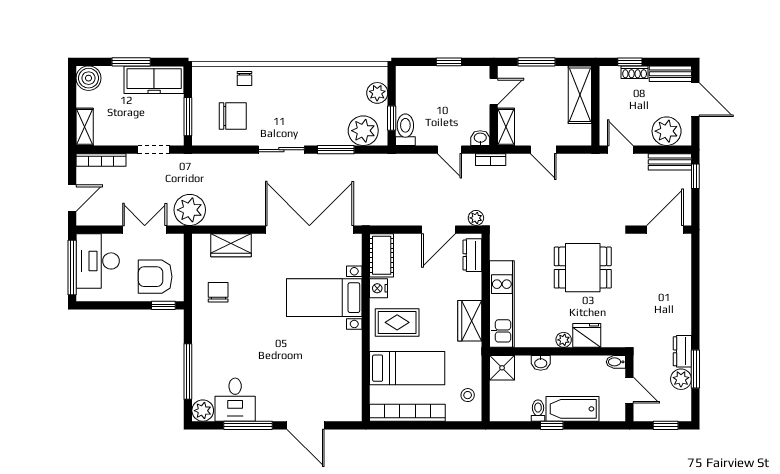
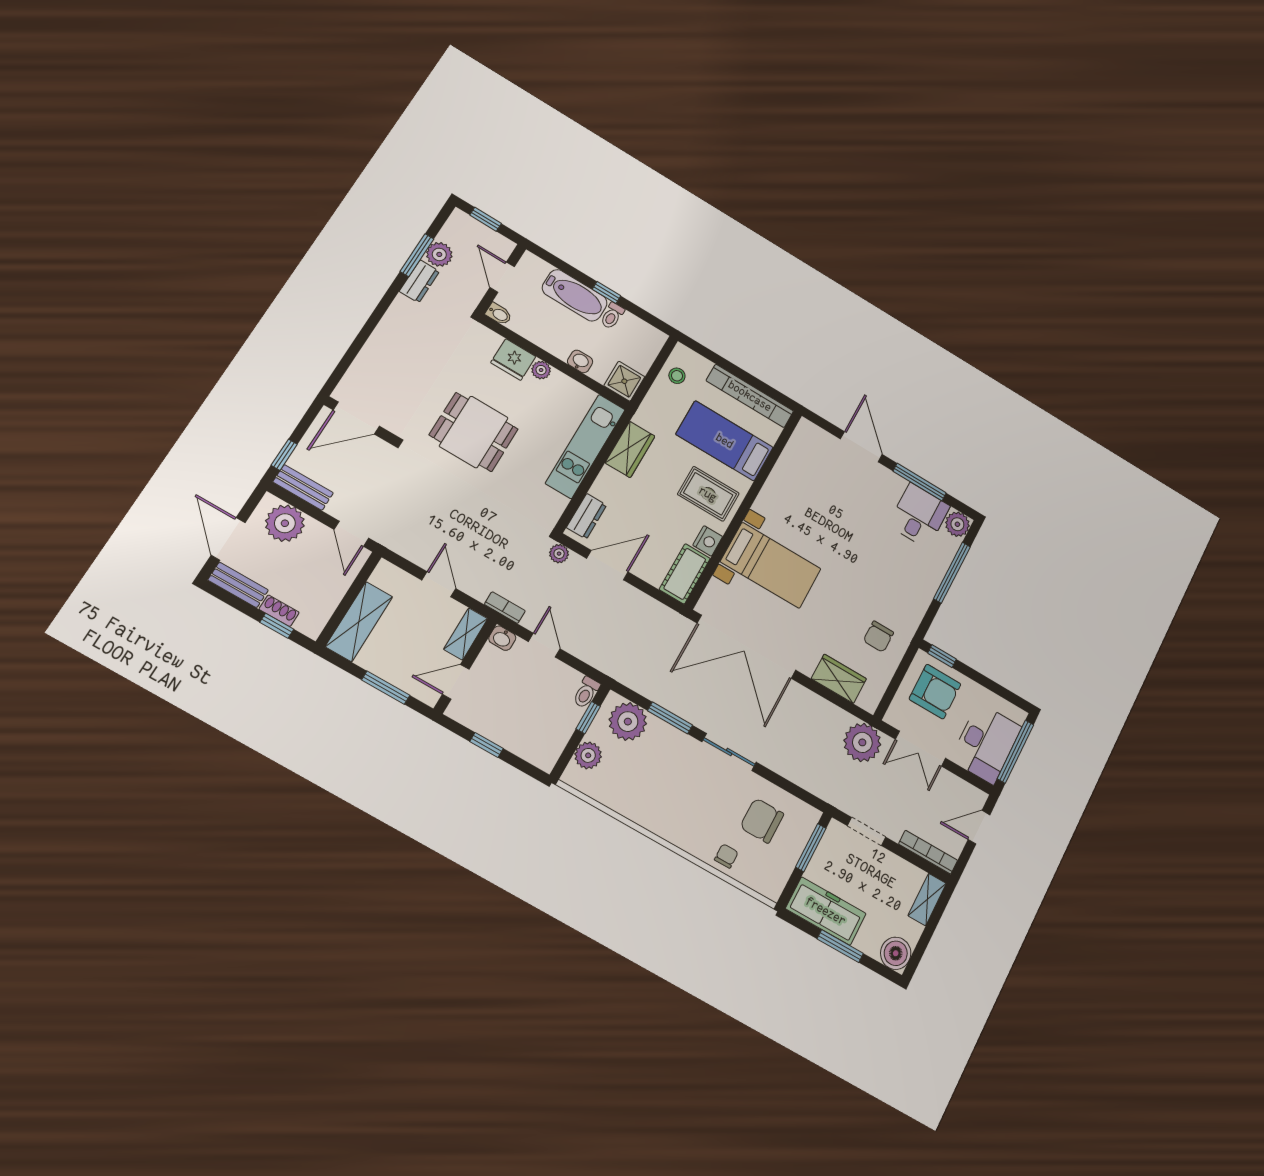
toilet: (405, 130) -> (586, 692), width x0.73, depth x0.72

